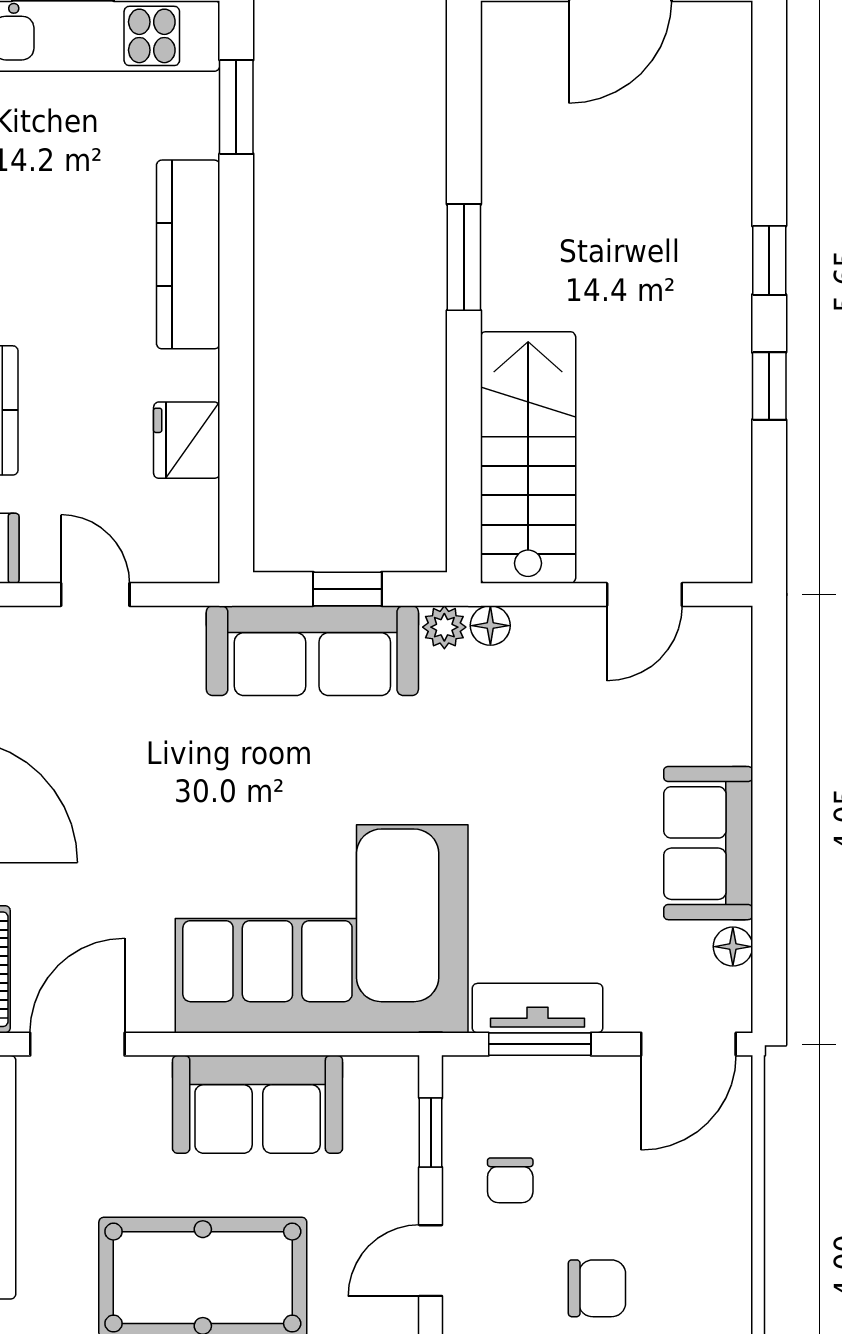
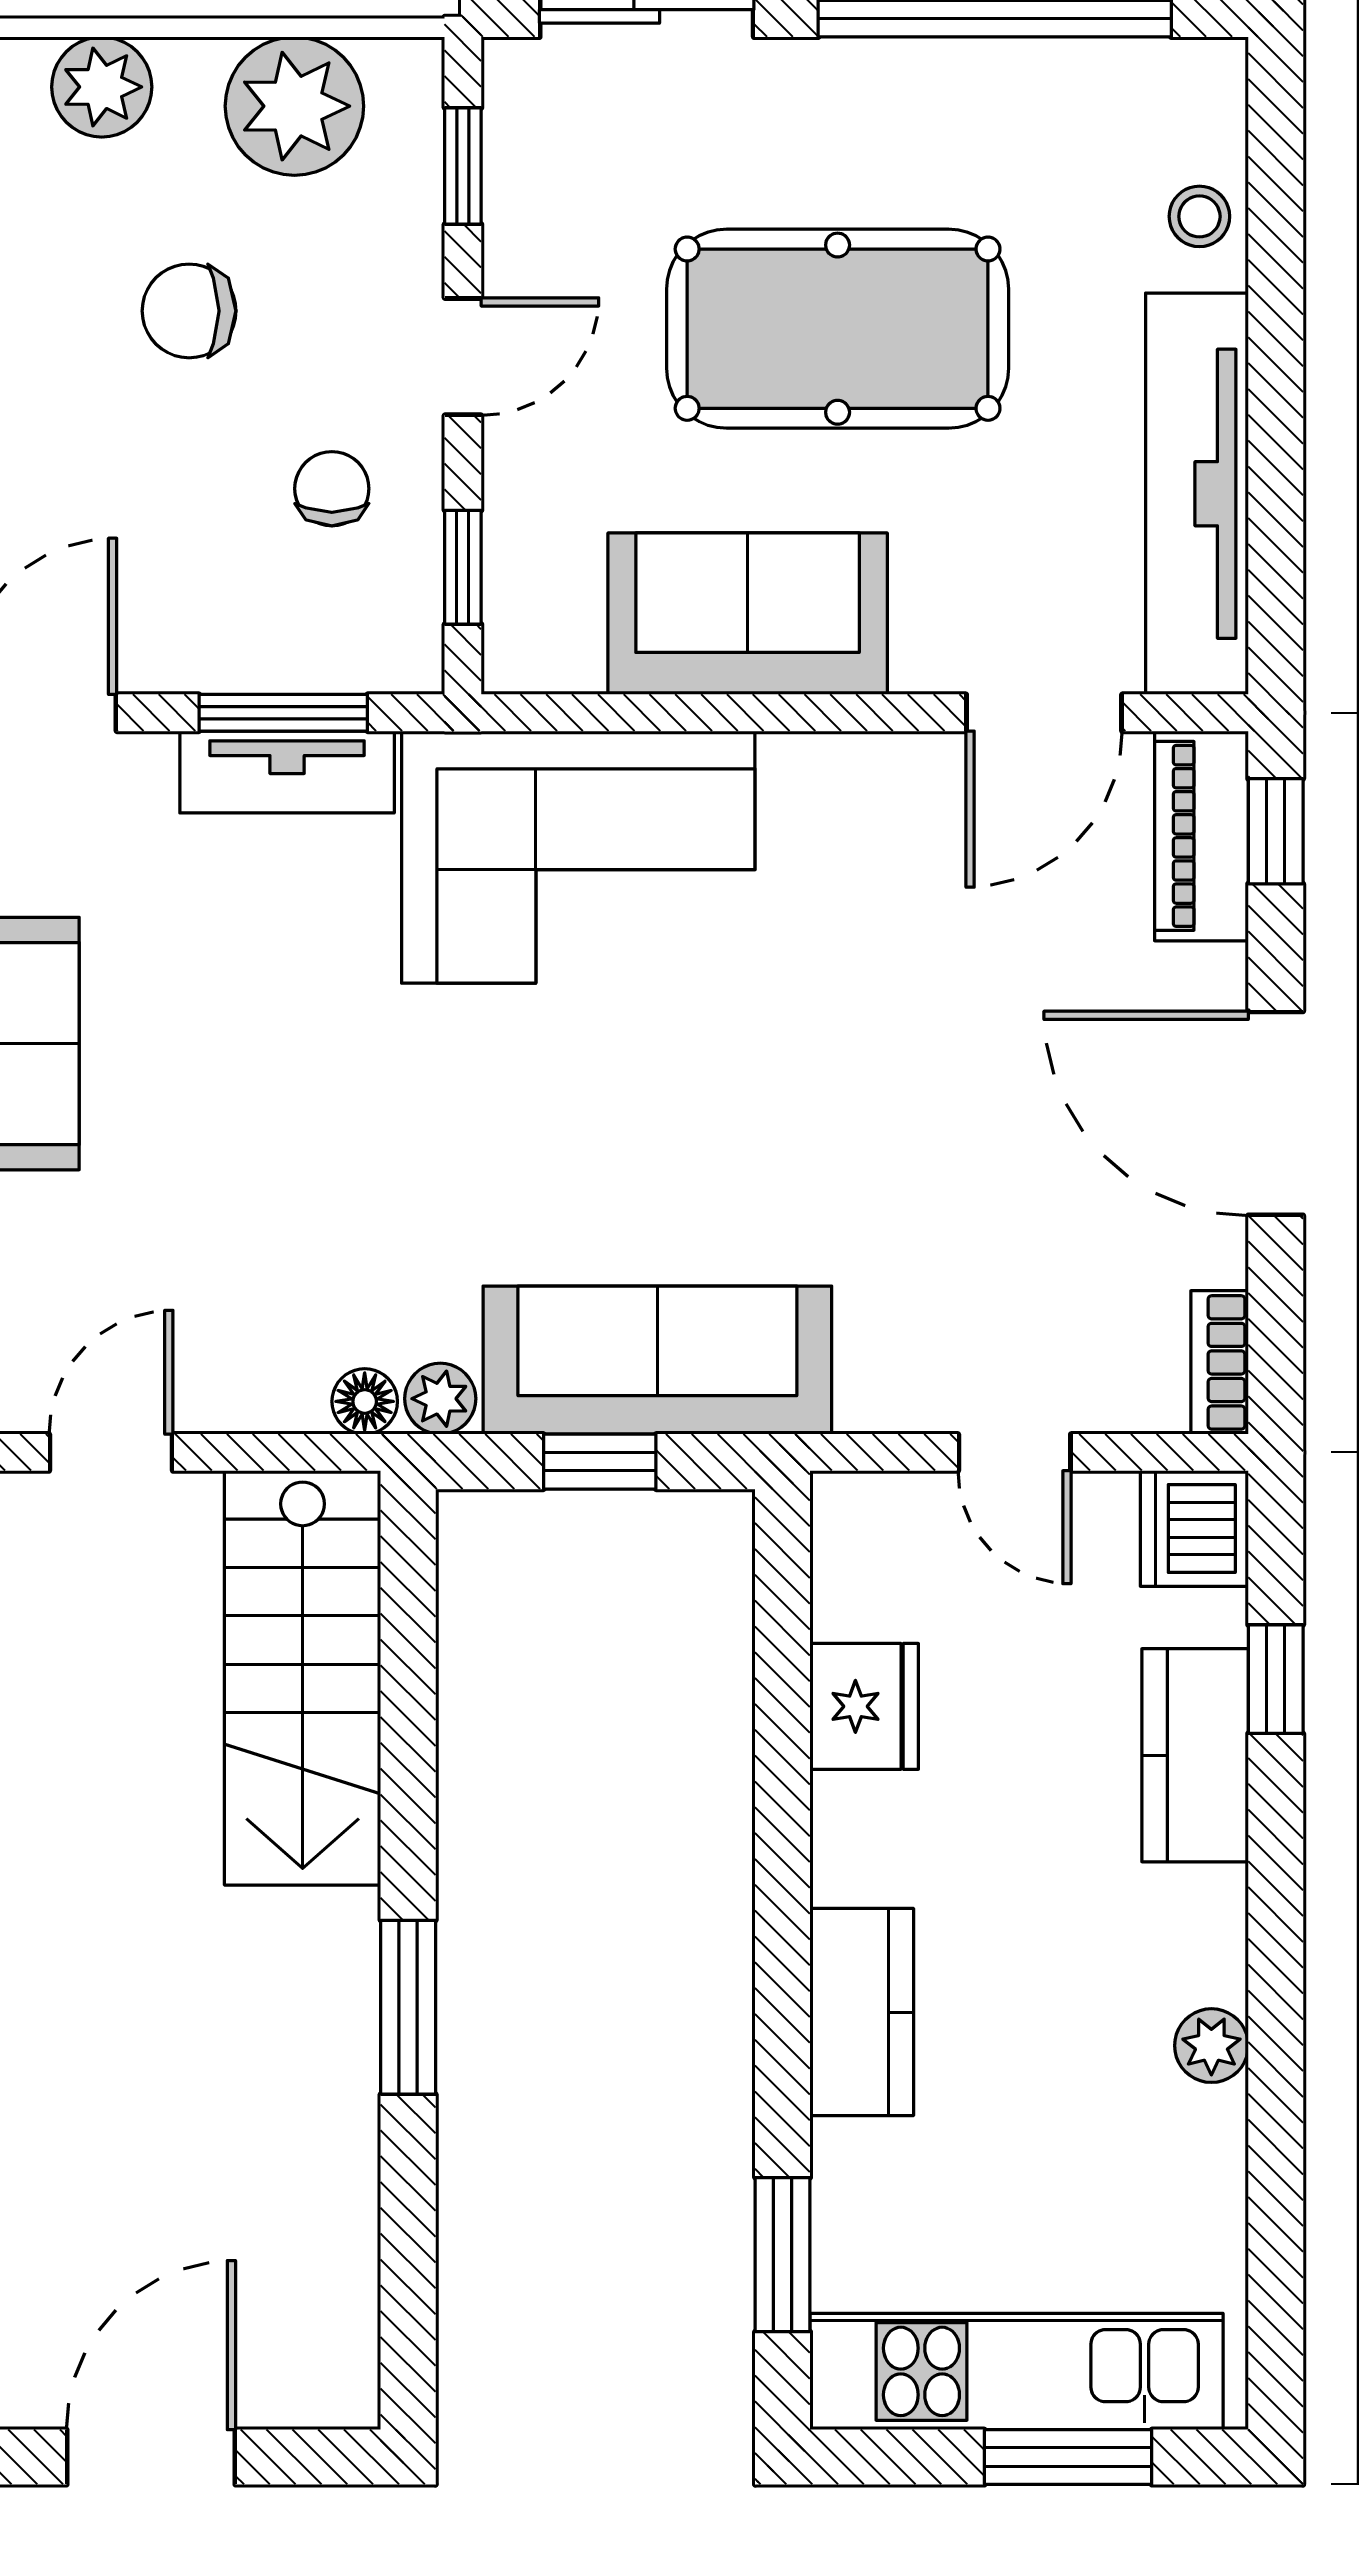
kitchen counter: (188, 254) -> (862, 2012), width x0.67
corner sofa: (322, 929) -> (578, 857), width x0.73, depth x0.74

